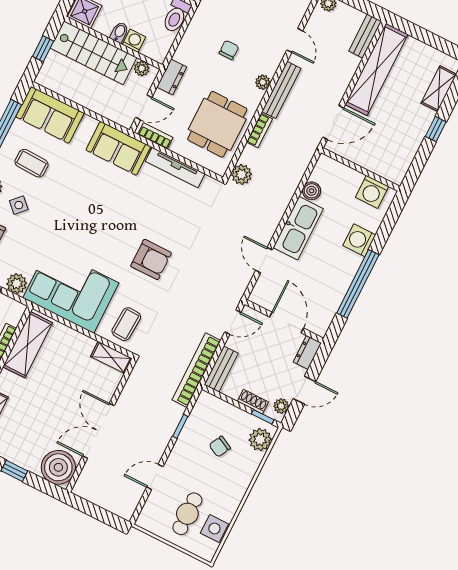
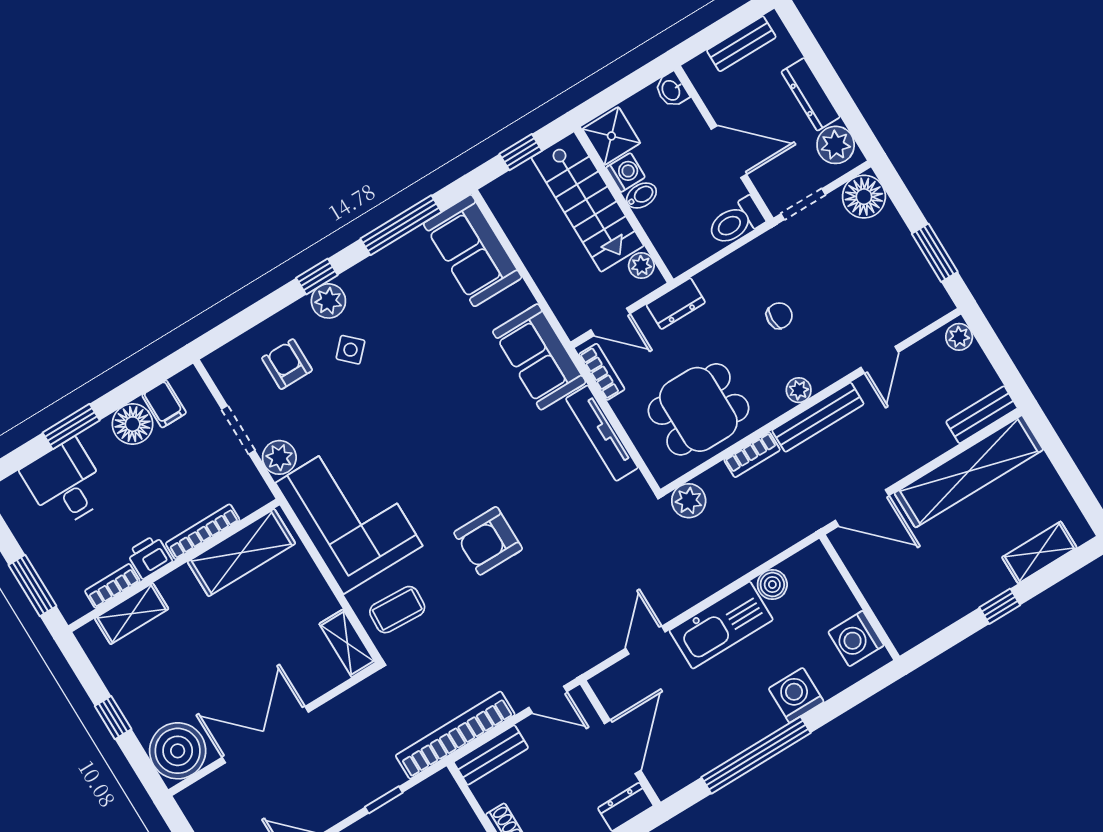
washing machine: (134, 41) -> (626, 172), moved
coffee table: (32, 163) -> (405, 302), removed
armchair: (151, 259) -> (488, 541), turned 90

